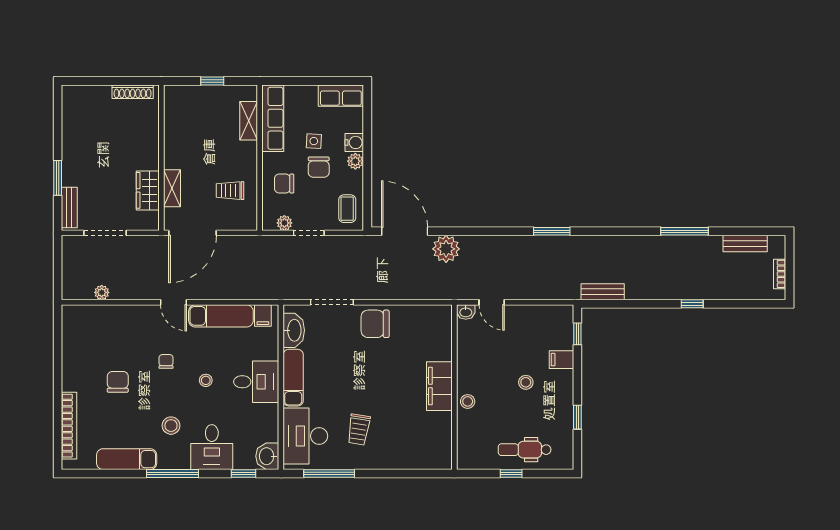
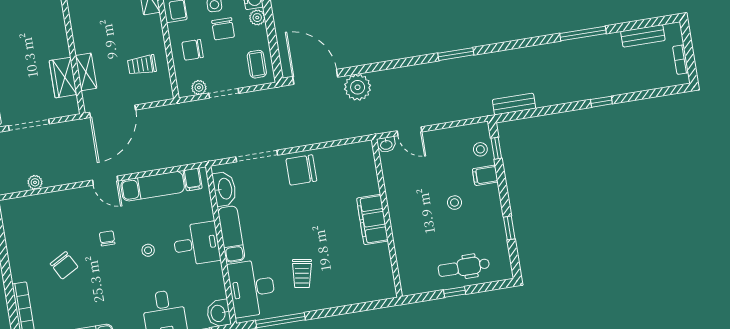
chair: (118, 382) -> (64, 265), turned 151
stool: (468, 401) -> (480, 149), moved
stool: (171, 426) -> (122, 299), removed

